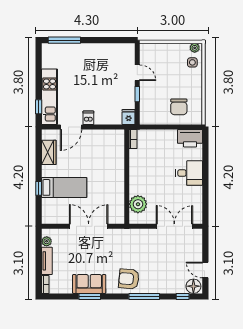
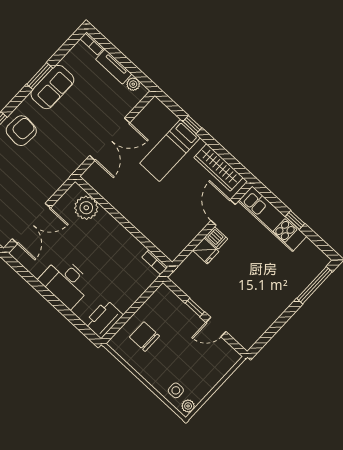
window: (39, 107) -> (295, 220), moved
fridge: (129, 117) -> (206, 251), moved
wardrobe: (49, 152) -> (218, 167), width x1.50
desk: (189, 173) -> (66, 282), width x1.37

